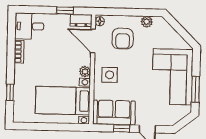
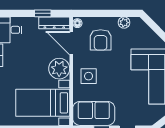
dresser: (81, 20) -> (54, 23), width x1.44
plant: (85, 72) -> (59, 69), width x1.87, depth x1.87

